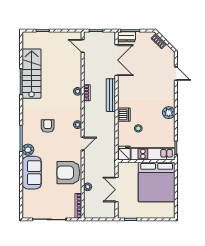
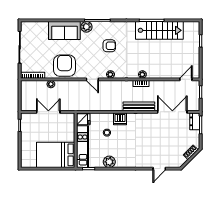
double door: (117, 60) -> (172, 112), swing flipped
plant: (169, 113) -> (109, 162), moved
bed: (157, 182) -> (56, 155), width x0.73

